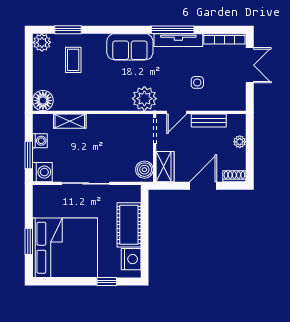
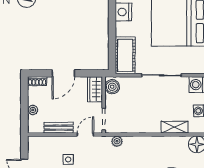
plant: (144, 99) -> (117, 141), width x0.53, depth x0.53
cot: (129, 225) -> (125, 55), moved

